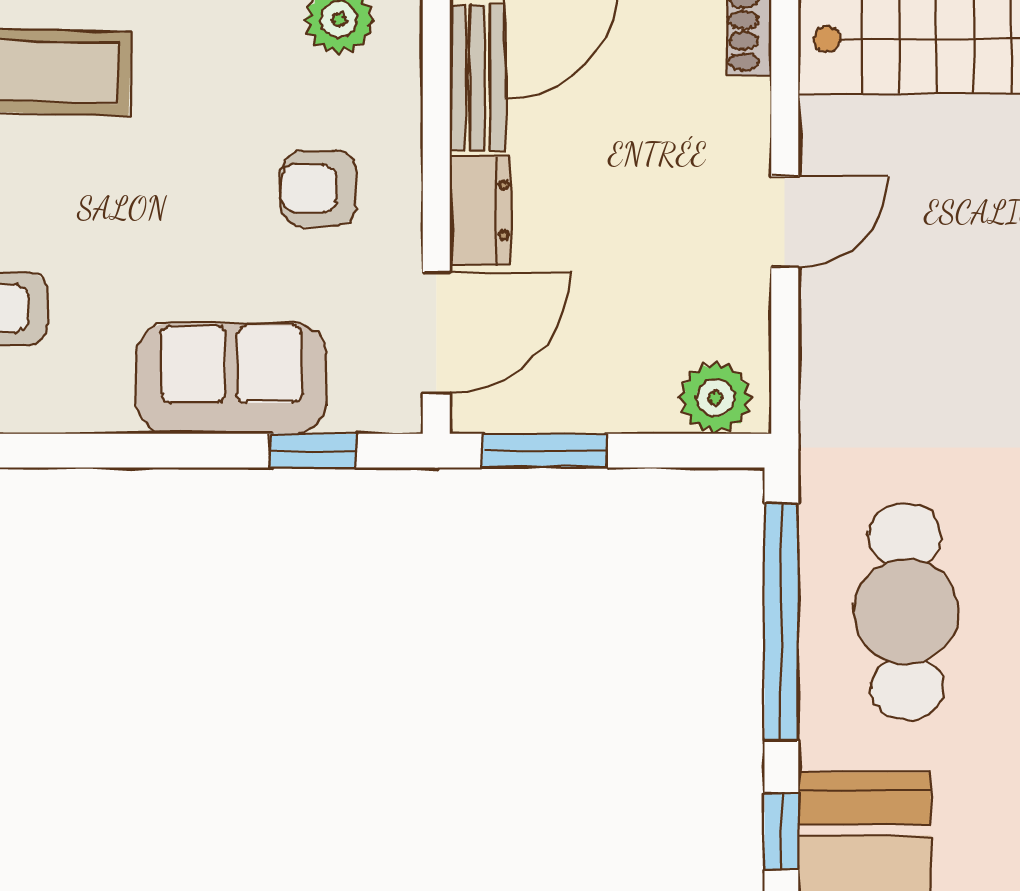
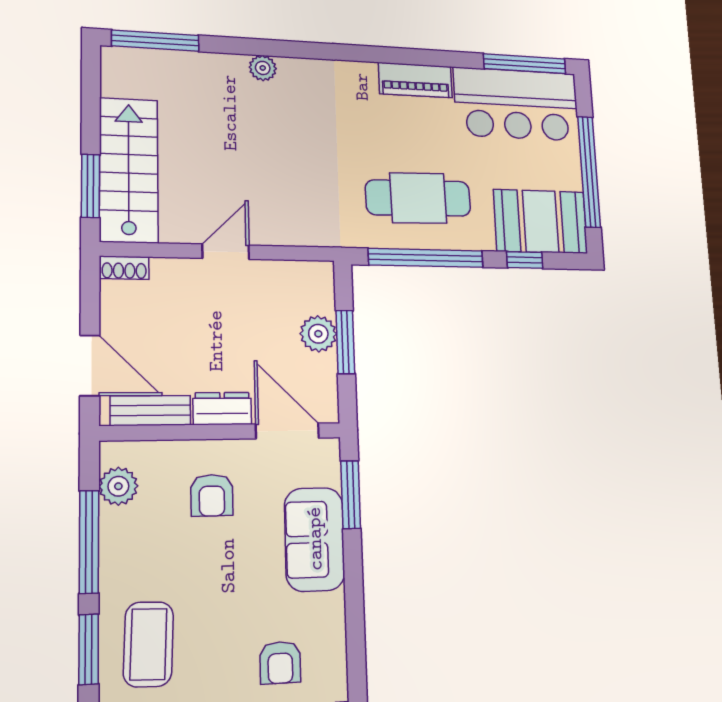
door: (785, 222) -> (226, 252), hinge flipped
plant: (715, 398) -> (318, 334), moved
window: (313, 451) -> (351, 495), width x1.50
window: (544, 451) -> (345, 342), moved

